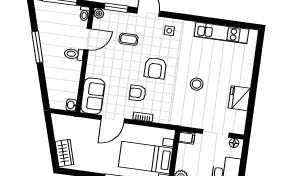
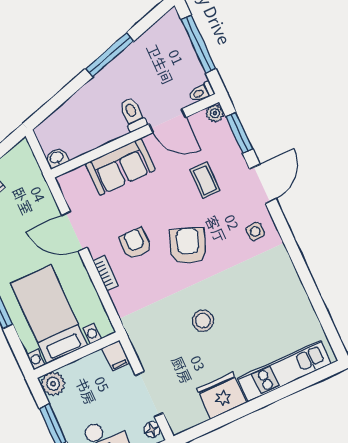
kitchen unit: (221, 33) -> (285, 371), moved, turned 90
armchair: (155, 68) -> (188, 246), turned 111
sofa: (93, 96) -> (120, 167), moved

